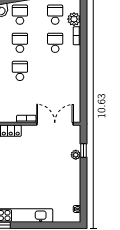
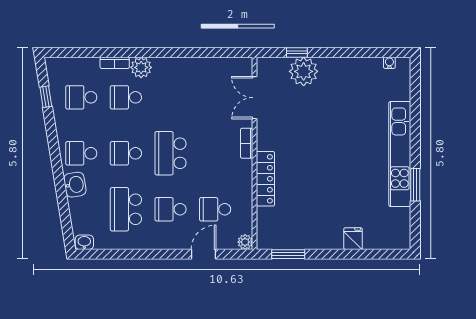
plant: (74, 19) -> (141, 67), moved
school desk: (20, 71) -> (171, 153), width x1.85
double door: (55, 124) -> (254, 98), width x0.73
plant: (76, 155) -> (304, 71), width x1.88, depth x1.88

